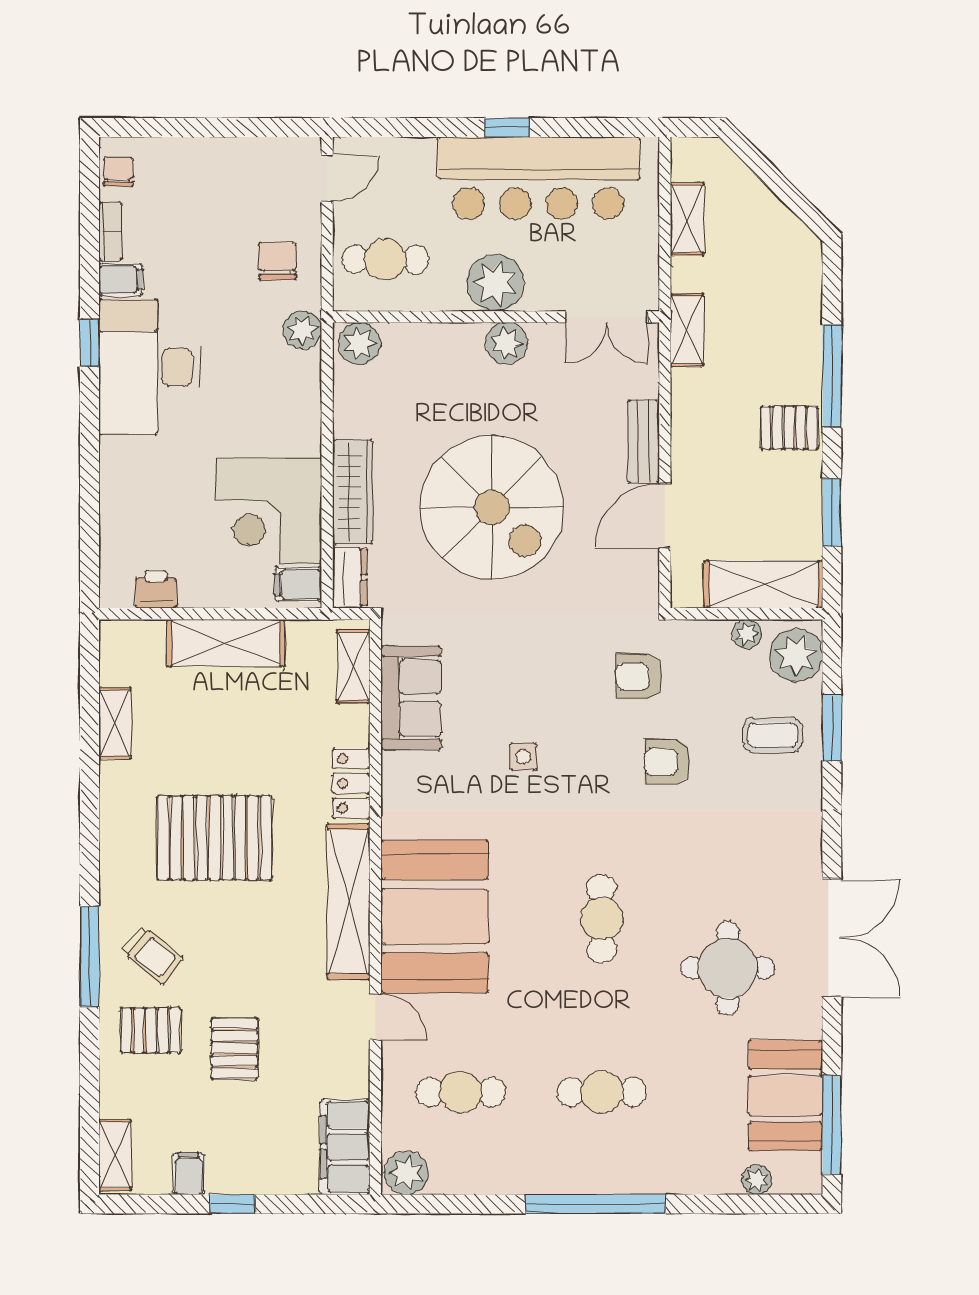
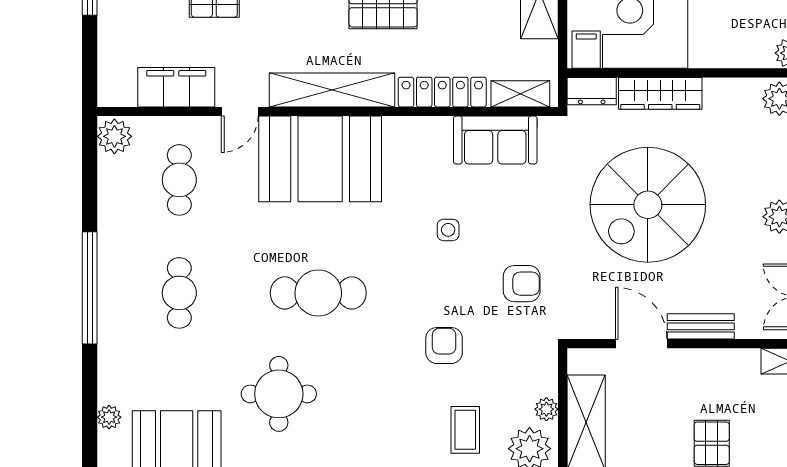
armchair: (639, 676) -> (522, 284), moved, turned 90
locker: (351, 783) -> (442, 92), width x1.53
cafe table: (602, 919) -> (318, 293), width x1.37, depth x1.35
filing cabinet: (345, 1147) -> (176, 87), moved

